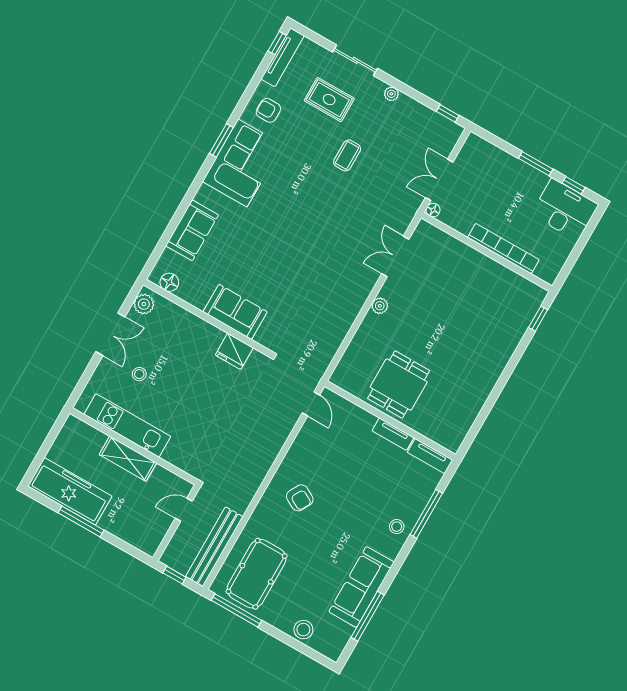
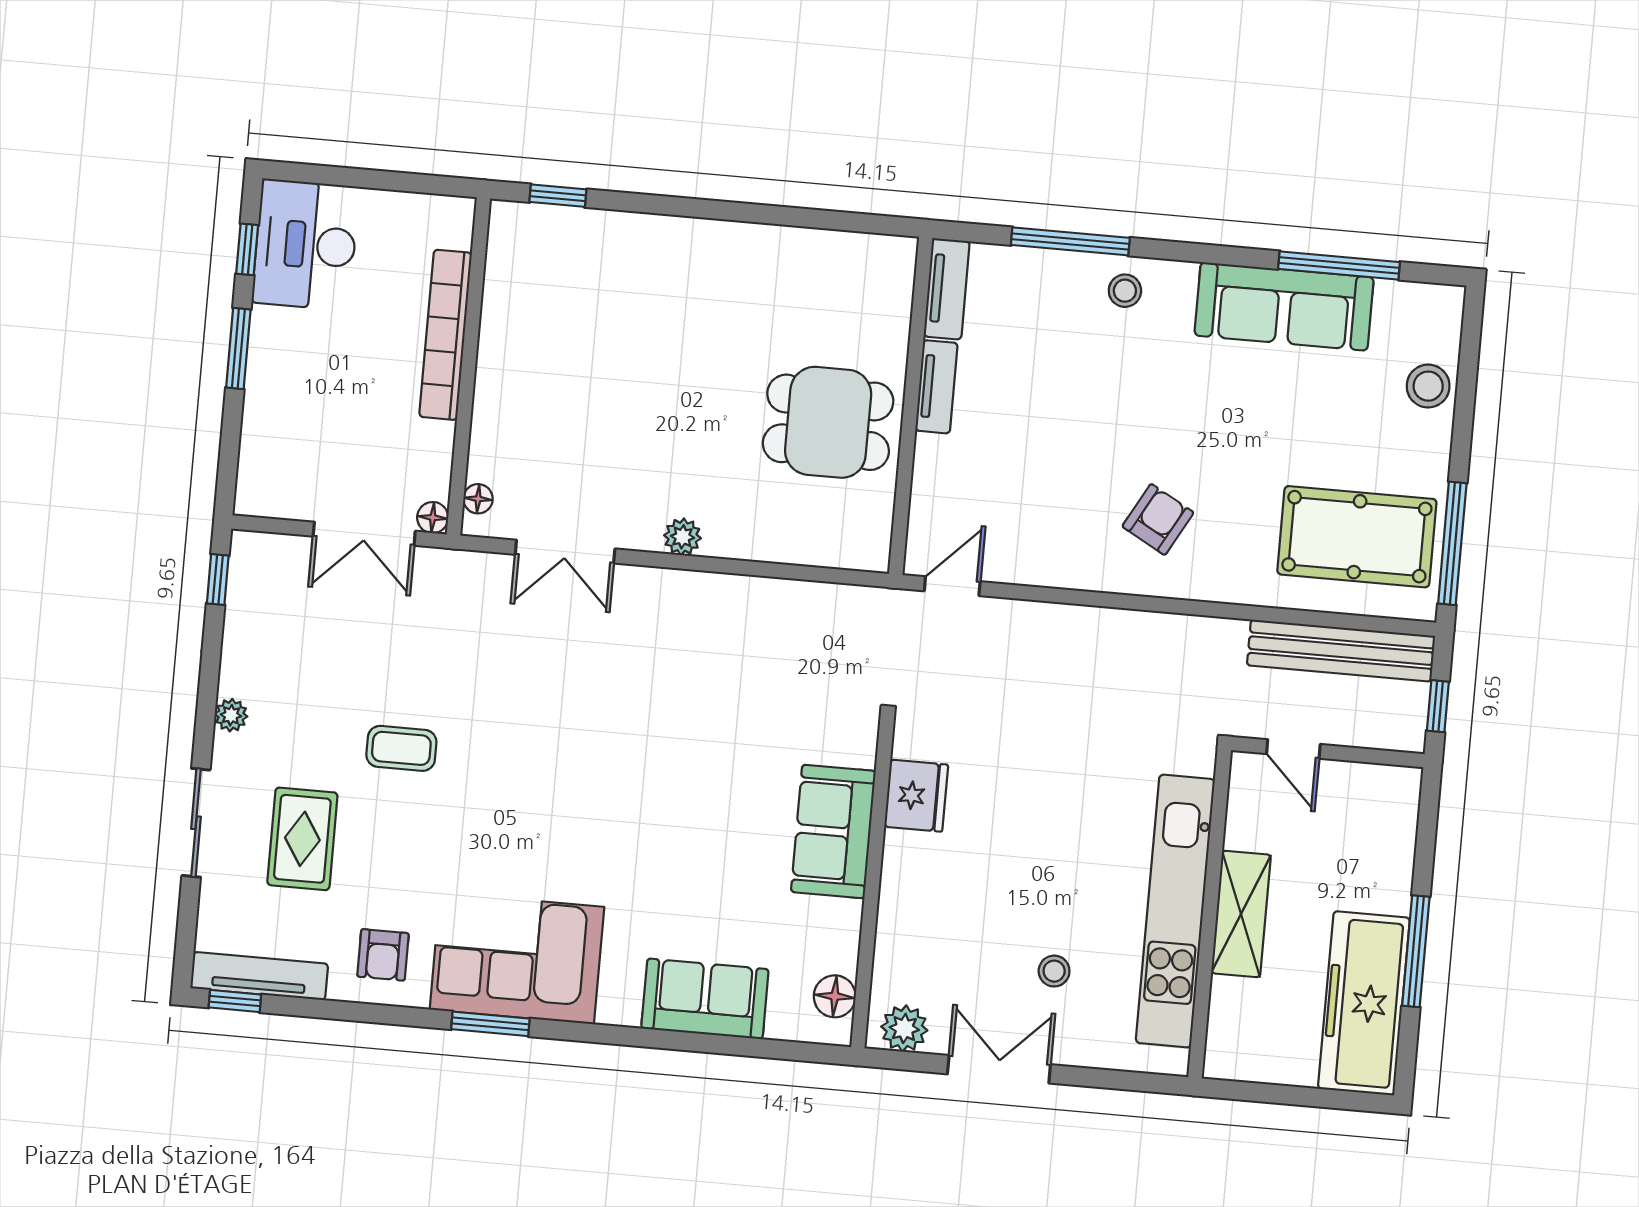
floor lamp: (432, 231) -> (478, 499), added
kitchen unit: (127, 425) -> (1175, 911), width x1.36

